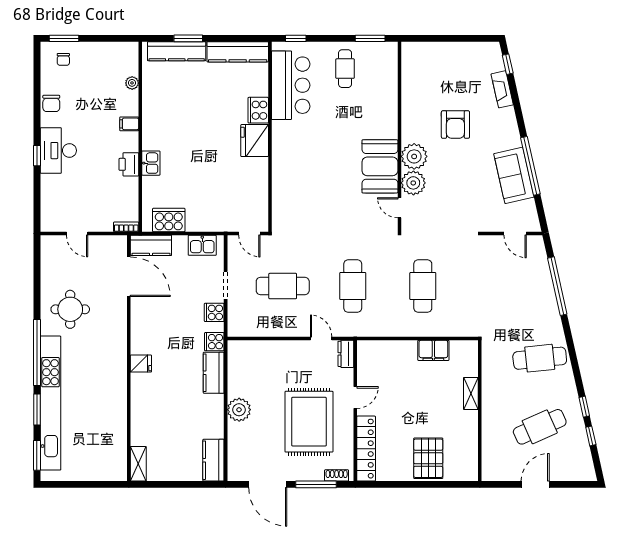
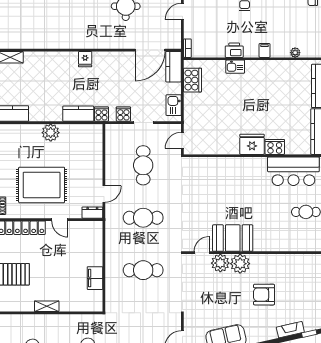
shelving: (471, 393) -> (47, 306), moved

